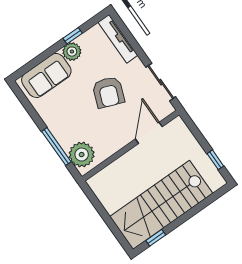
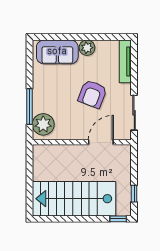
window: (73, 36) -> (95, 37), removed
window: (156, 238) -> (118, 219), moved

